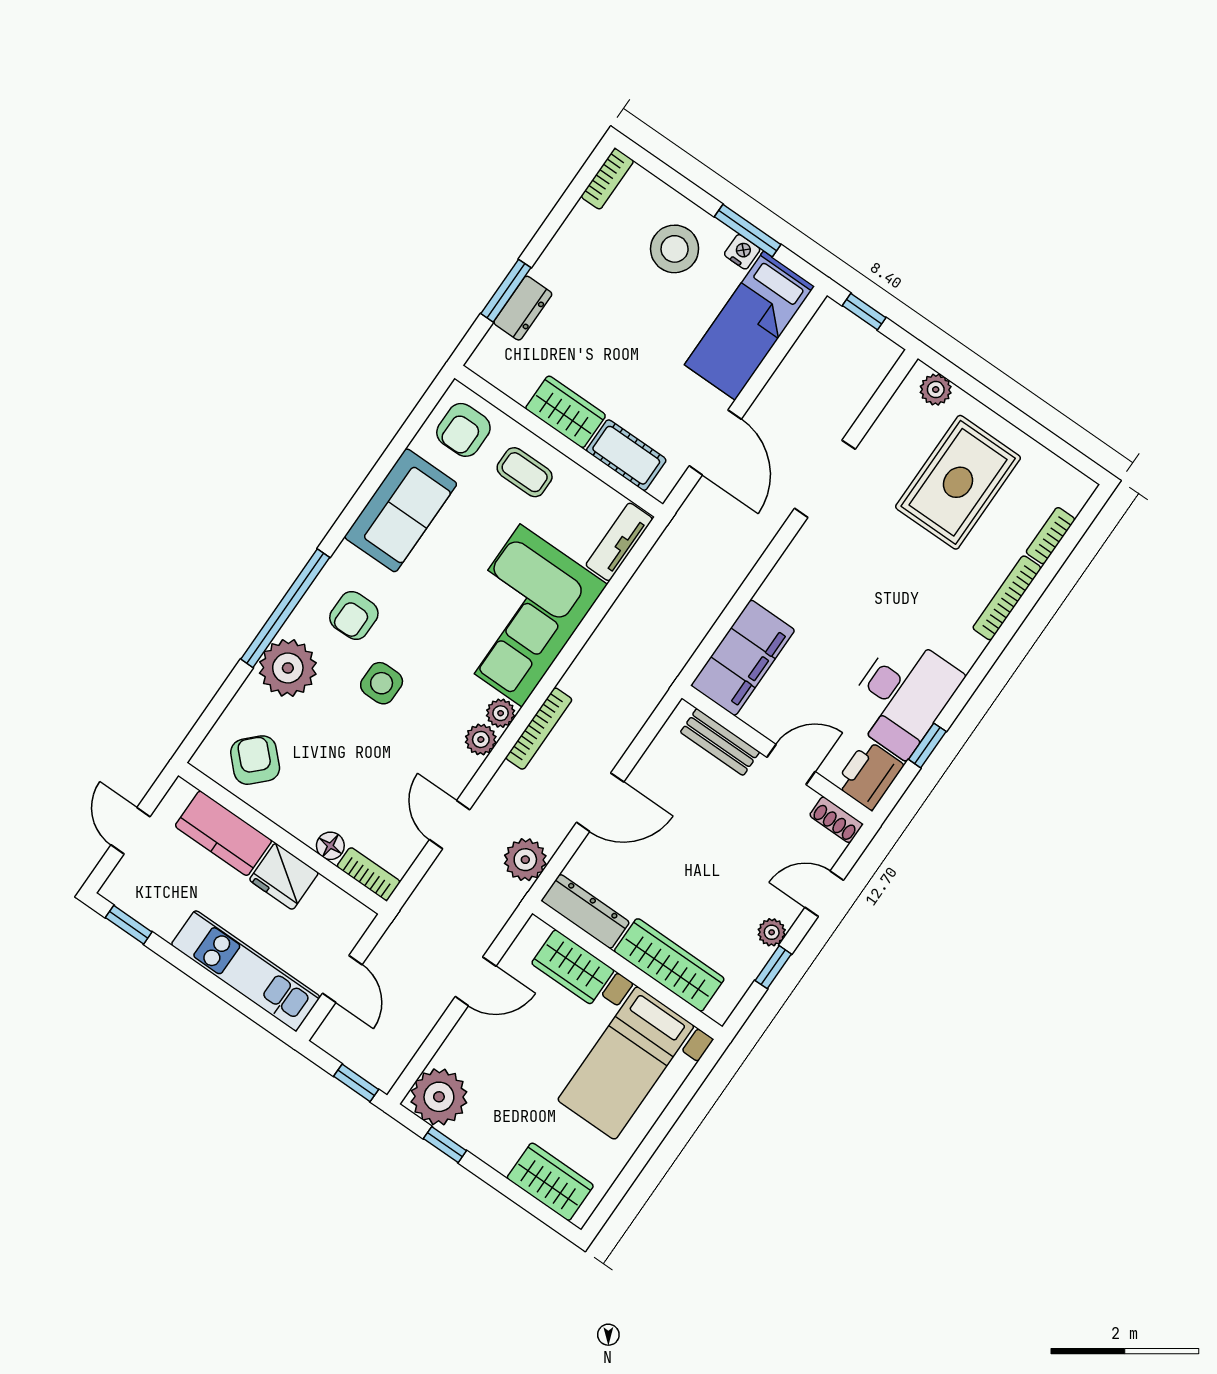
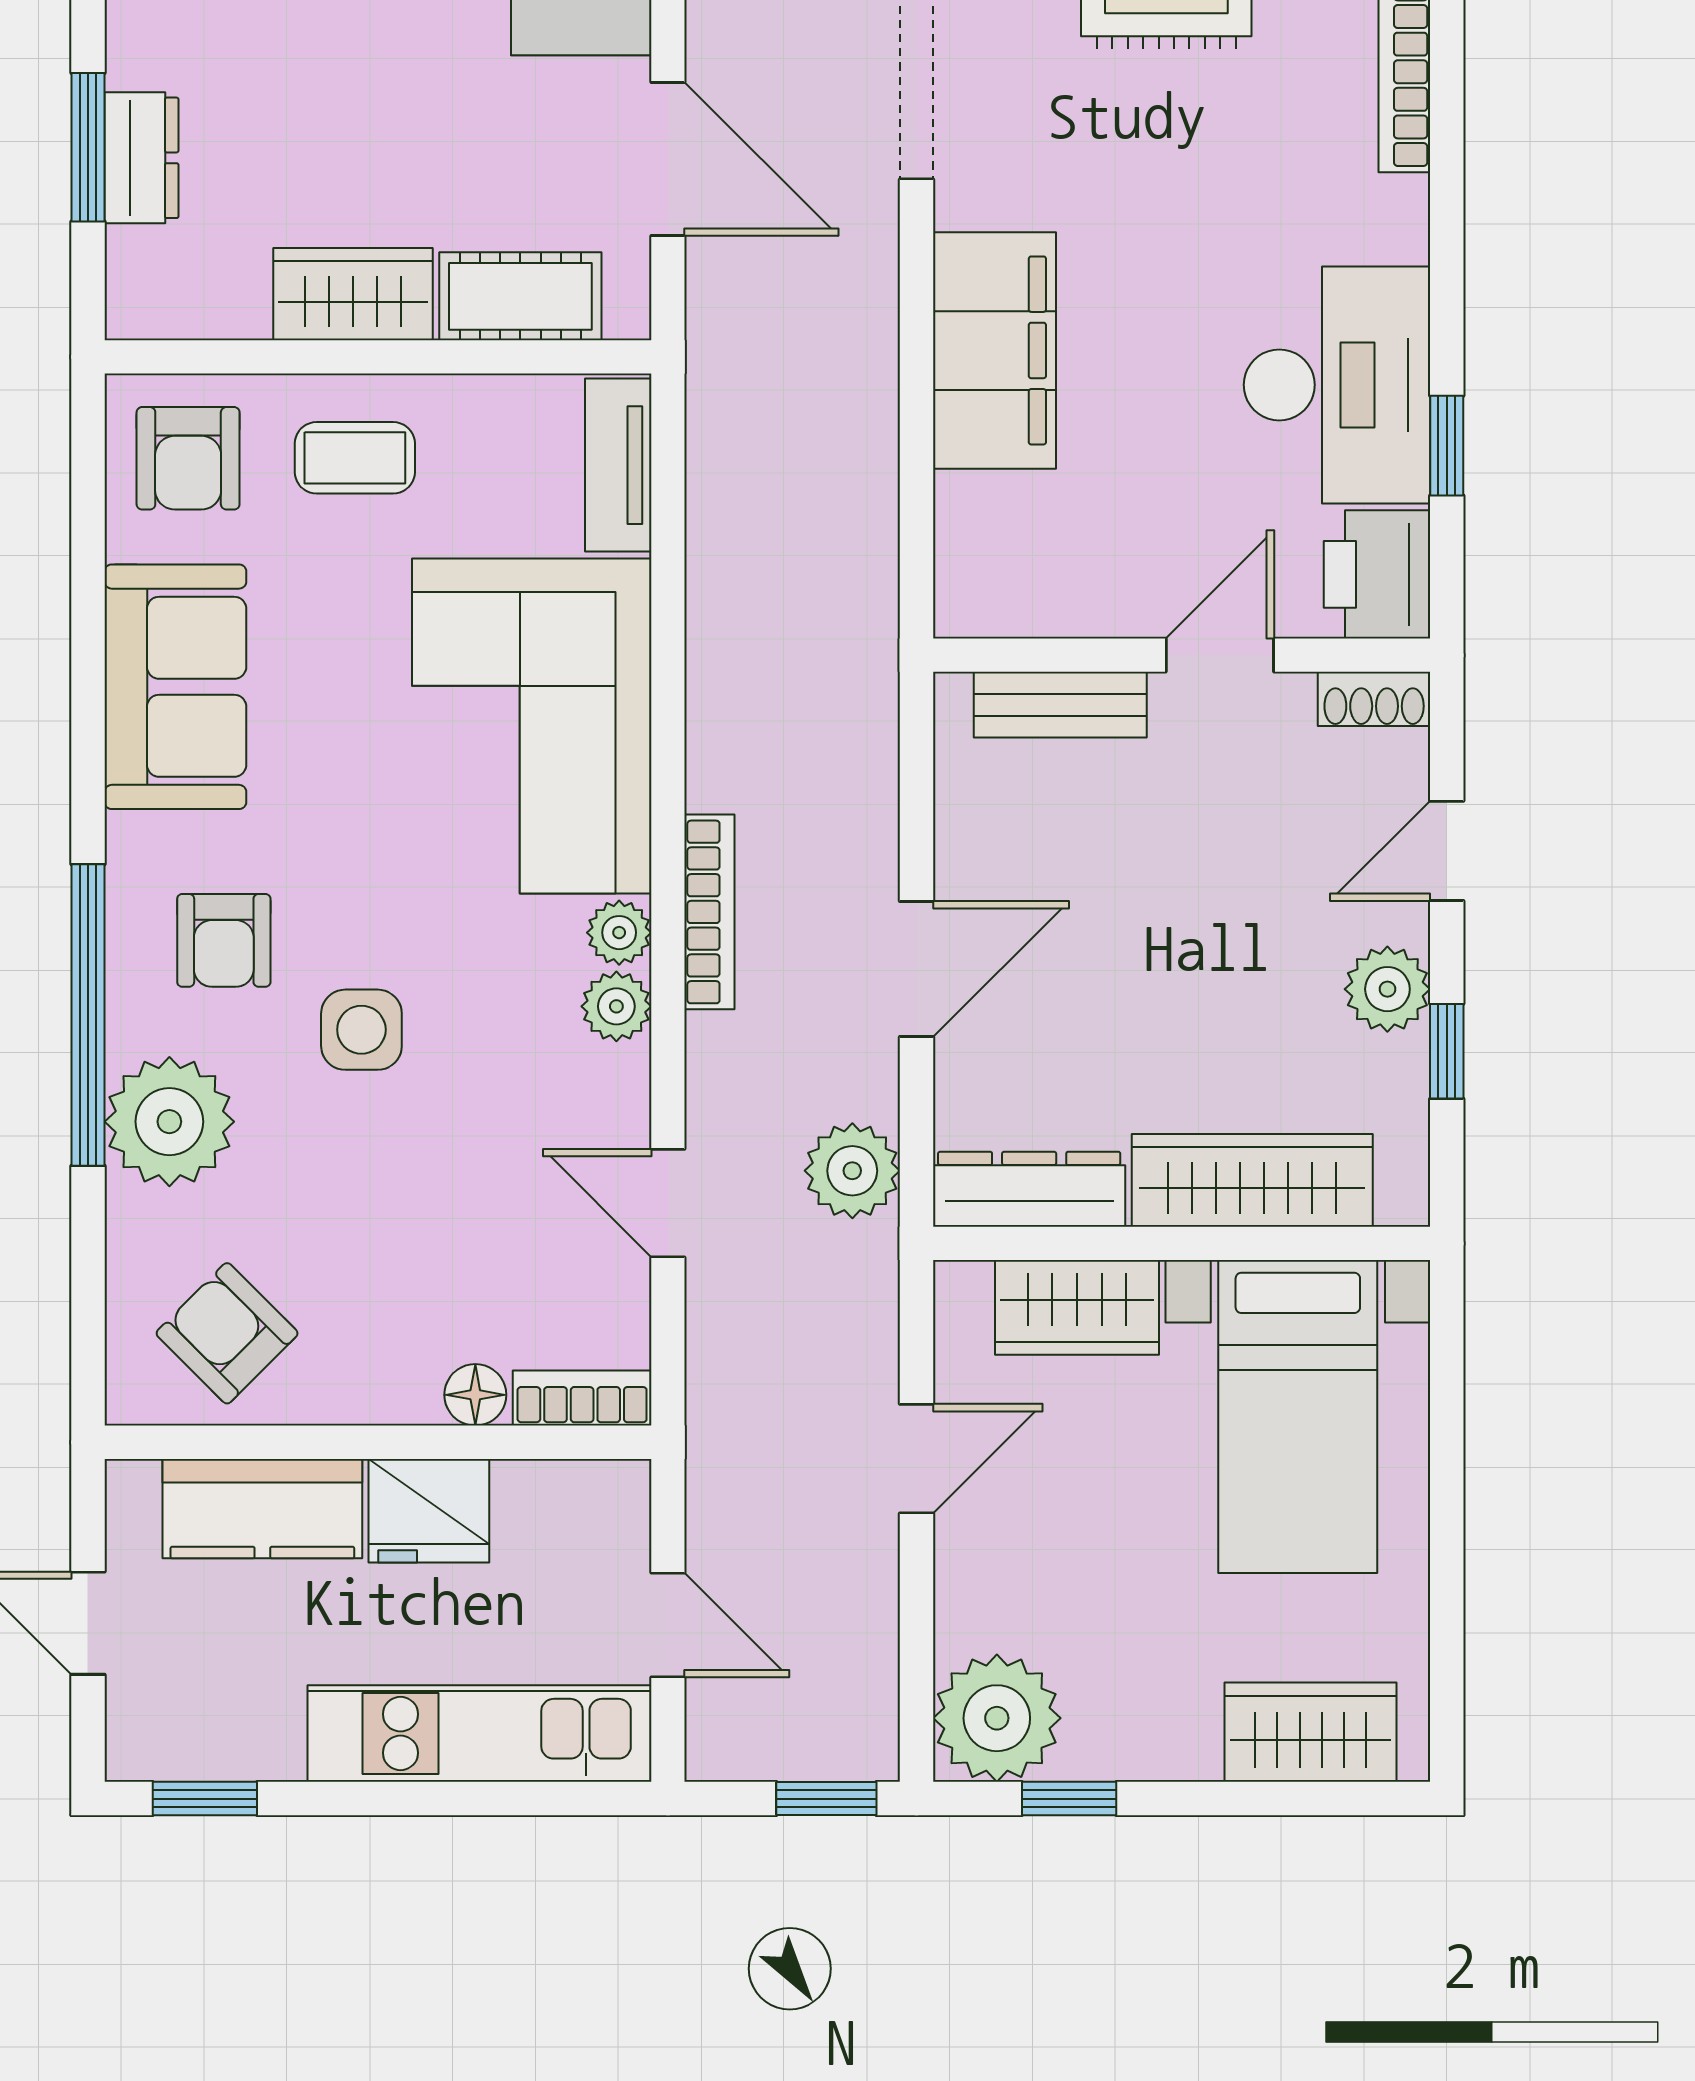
filing cabinet: (743, 658) -> (994, 350), moved
plant: (772, 932) -> (1387, 989), width x1.38, depth x1.38

